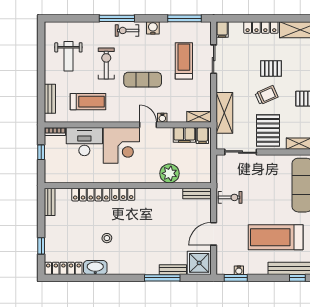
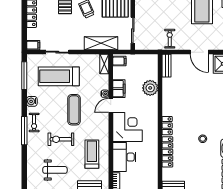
treadmill: (184, 61) -> (59, 76), width x1.37, depth x1.38
filing cabinet: (184, 135) -> (119, 89), moved

